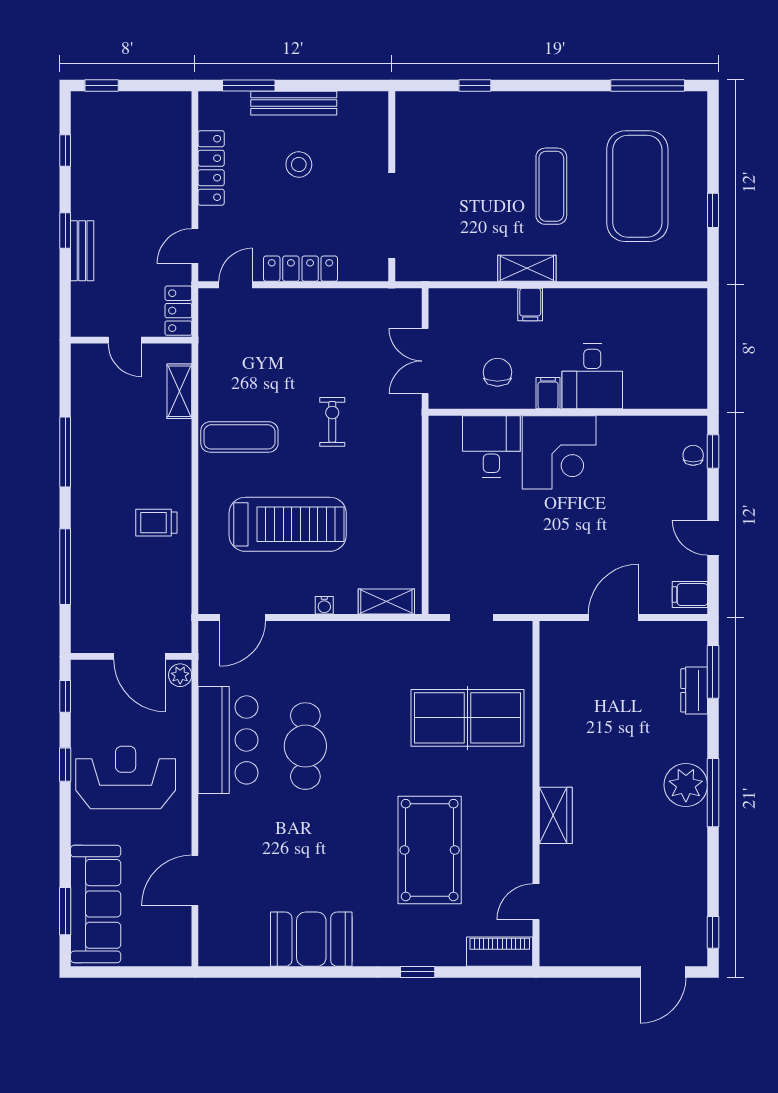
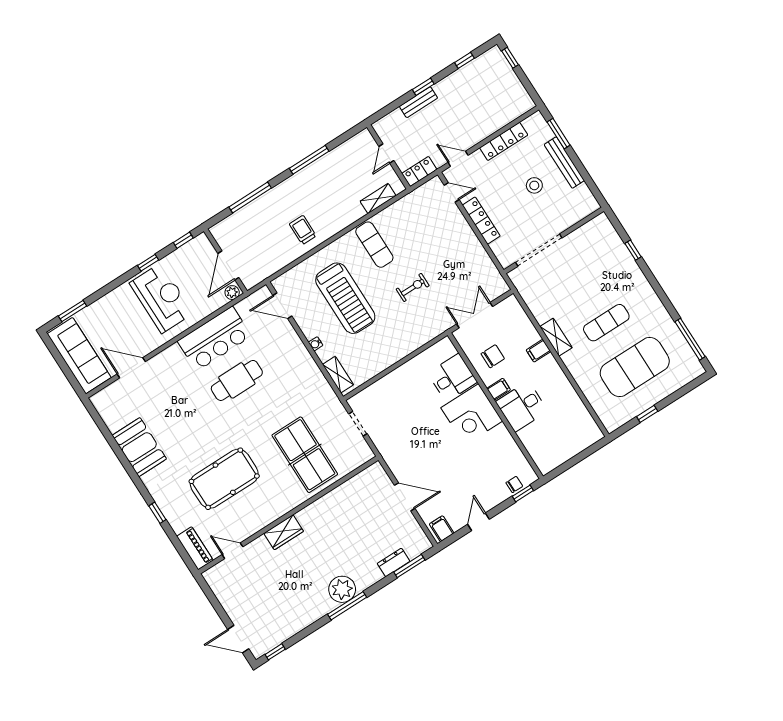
sofa: (96, 904) -> (79, 356), moved, turned -90

